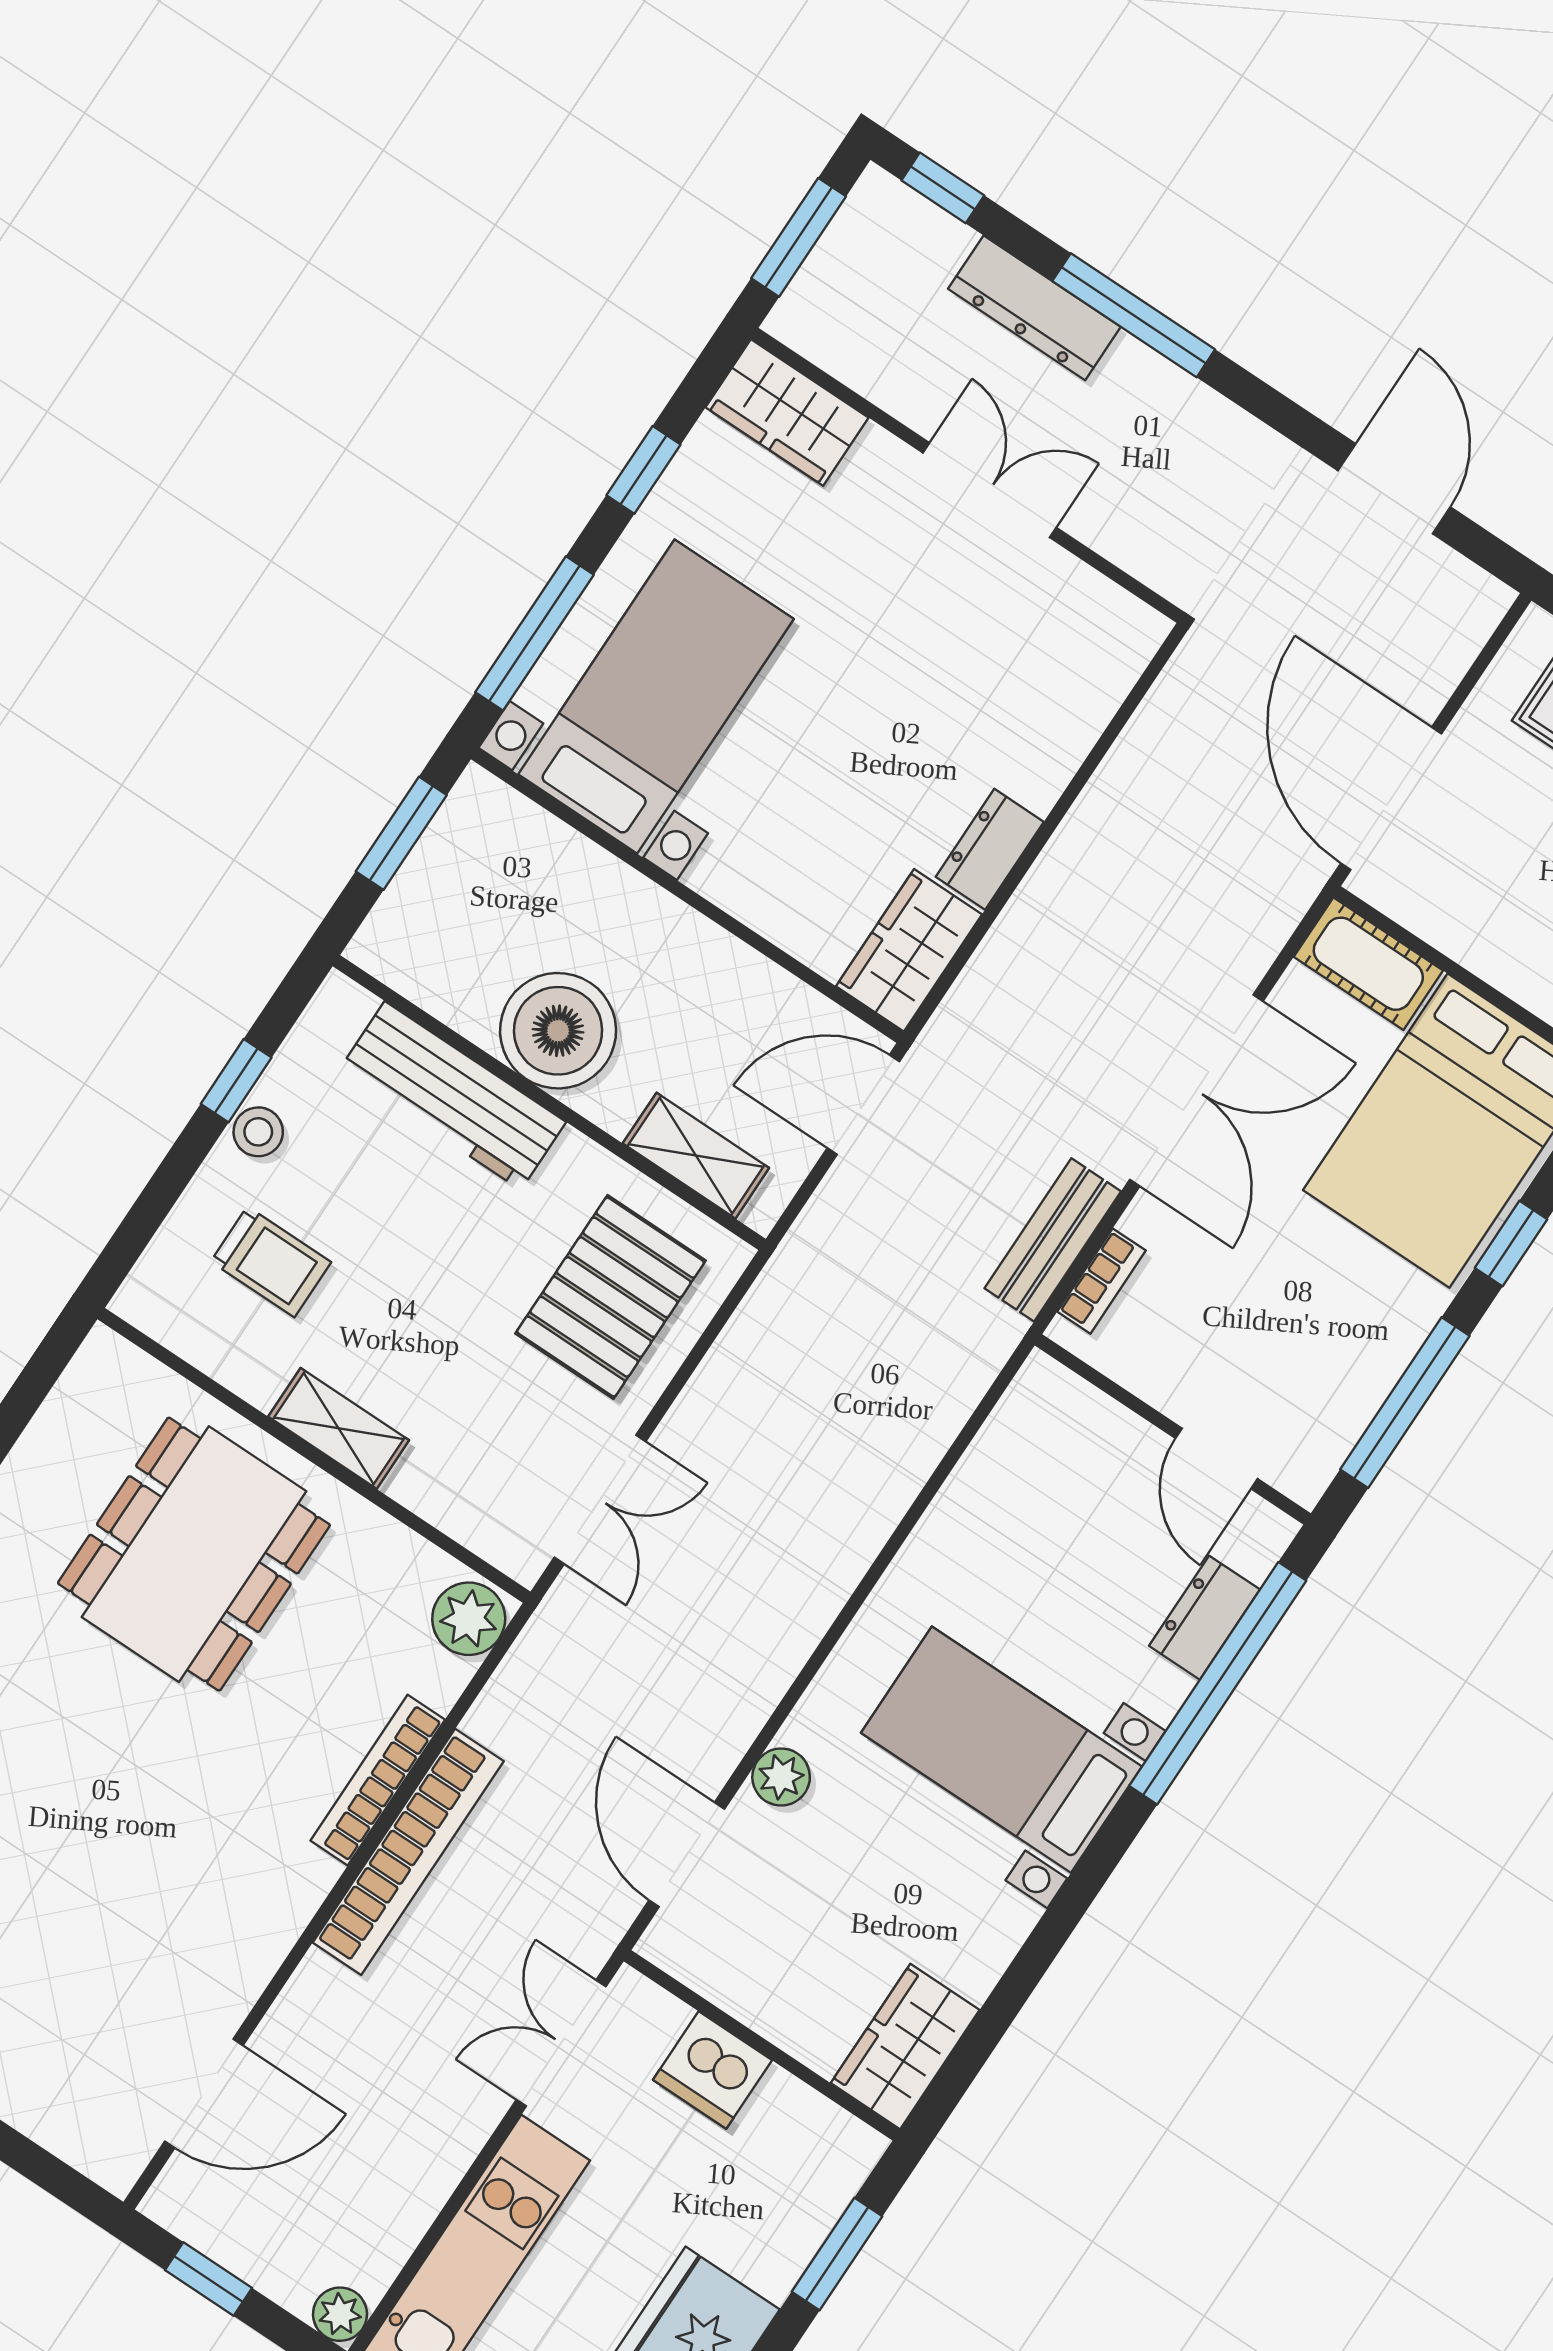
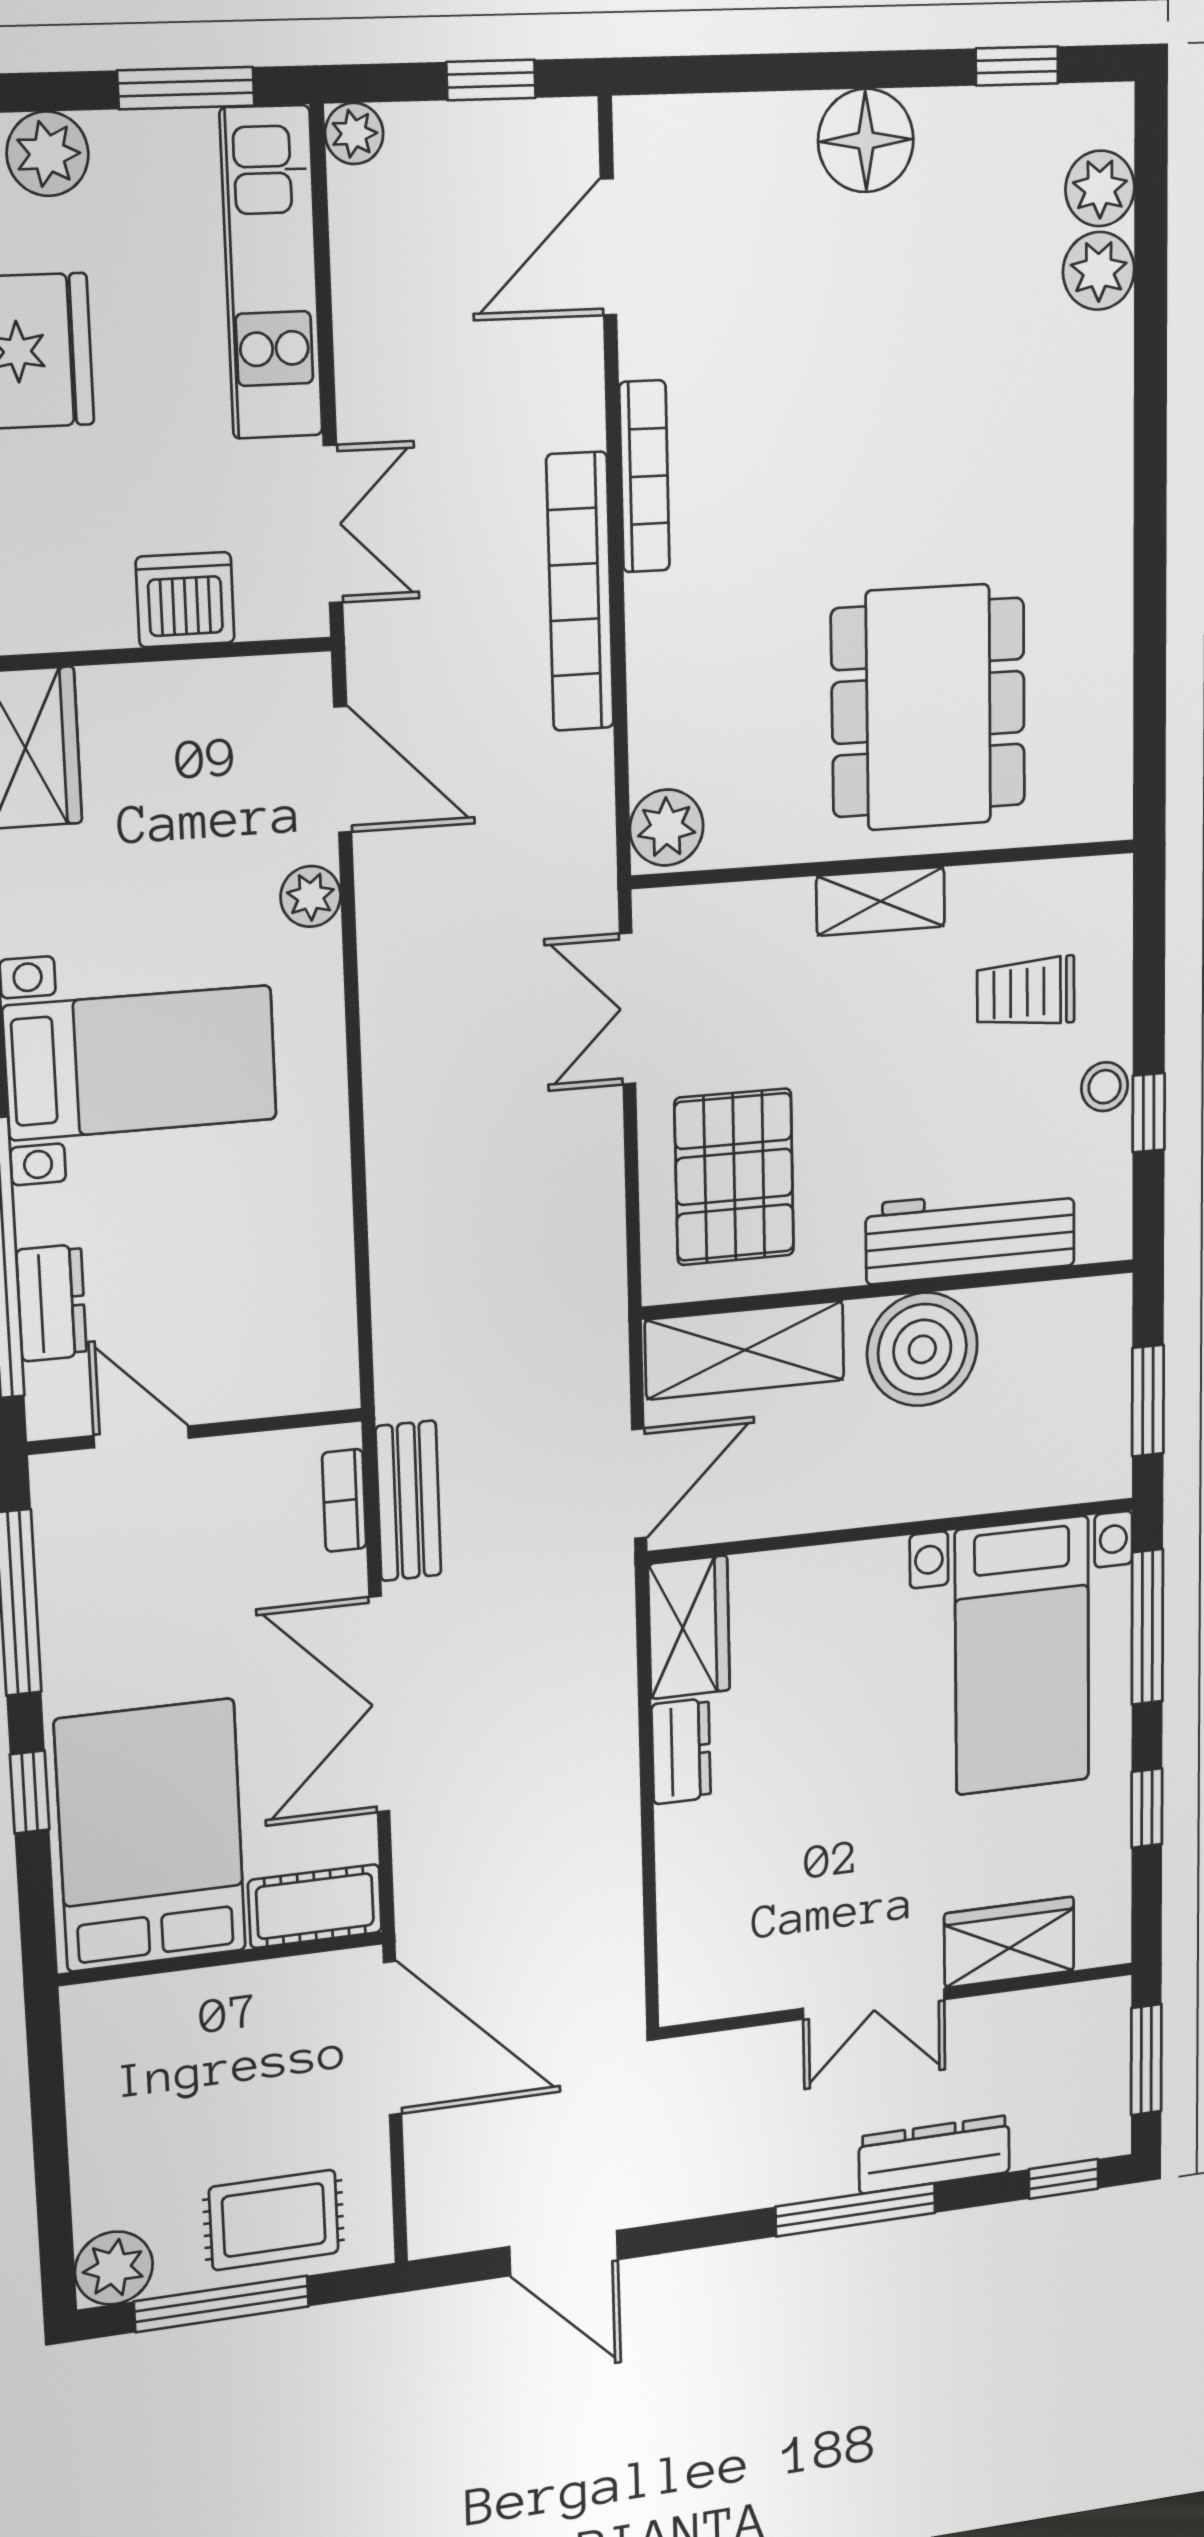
wardrobe: (787, 412) -> (1009, 1942), moved
shelving: (696, 1156) -> (745, 1350), width x1.50, depth x1.33
bookcase: (378, 1780) -> (644, 476), moved

